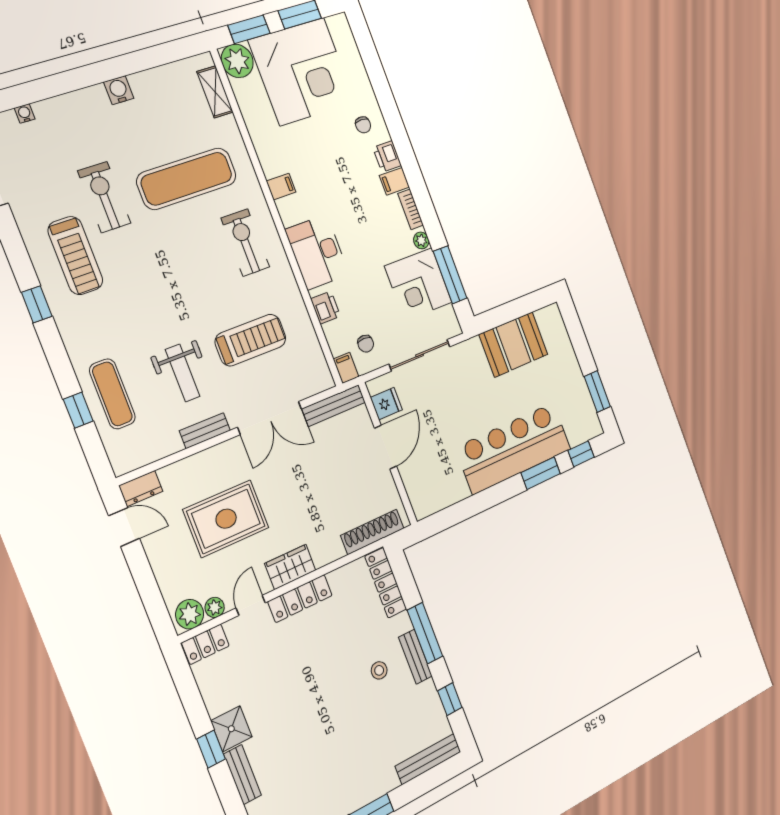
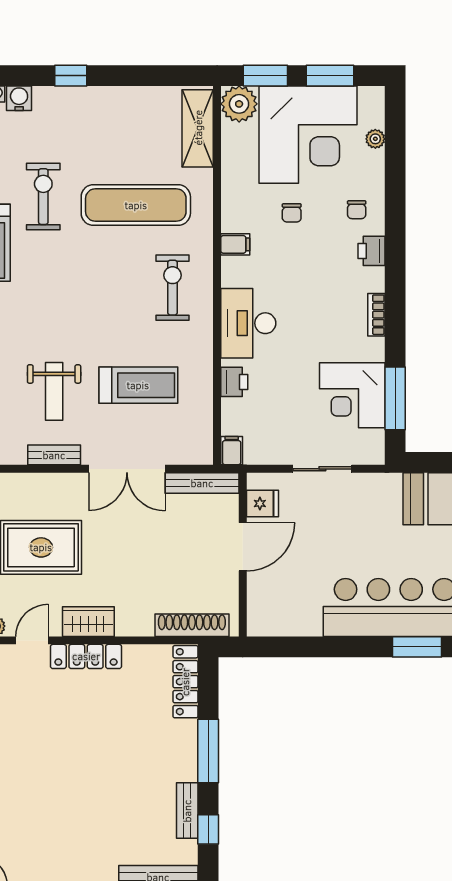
window: (85, 77) -> (71, 76), added
water cooler: (119, 90) -> (19, 98), moved
shelving: (215, 92) -> (198, 128), width x1.50, depth x1.33
filing cabinet: (394, 181) -> (369, 279), removed
plant: (421, 240) -> (375, 139), moved
chair: (366, 344) -> (292, 213), moved
sliding door: (420, 355) -> (322, 469), width x0.73
bench: (415, 657) -> (187, 811), moved
stool: (379, 670) -> (141, 764), removed

